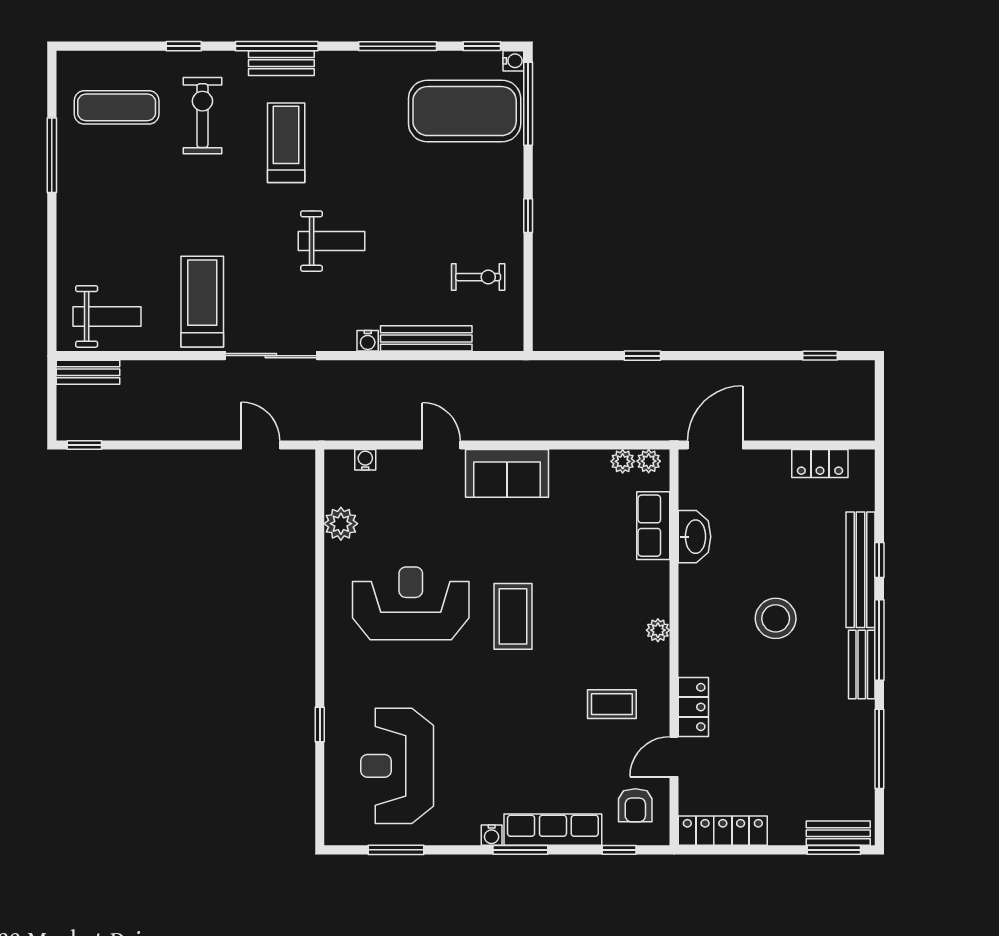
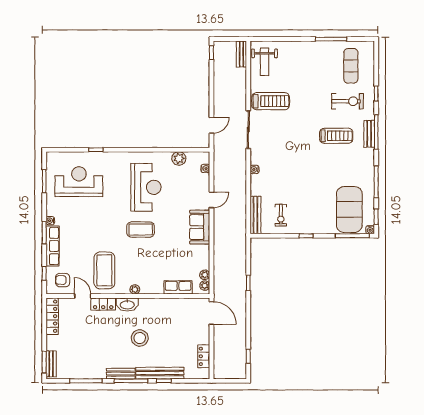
weight bench: (331, 241) -> (296, 155), removed
bench: (426, 338) -> (255, 215), moved
washbasin: (695, 537) -> (127, 305), moved
coffee table: (612, 704) -> (104, 270), width x1.86, depth x1.72

